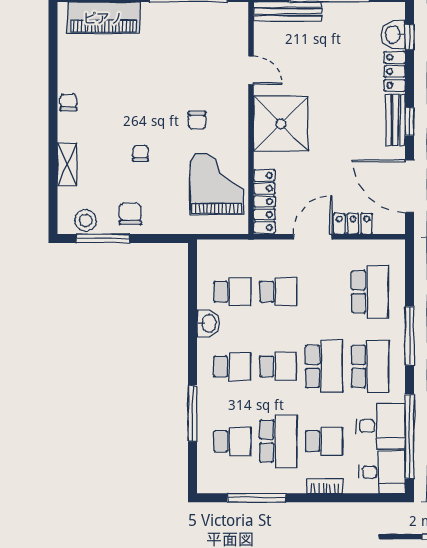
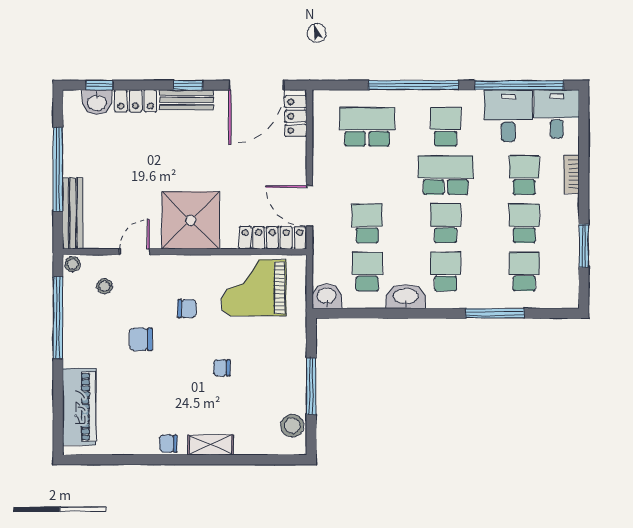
stool: (239, 11) -> (73, 264), added
stool: (218, 42) -> (104, 286), added
shelving: (67, 164) -> (211, 445), moved
chair: (130, 214) -> (141, 339), moved
locker: (353, 224) -> (296, 116), moved
door: (313, 237) -> (309, 206), moved
window: (103, 238) -> (311, 386), moved
washbasin: (209, 253) -> (327, 296), added
washbasin: (208, 323) -> (406, 297), width x1.38
window: (410, 336) -> (413, 85), width x1.46
school desk: (370, 366) -> (446, 127), width x0.54
school desk: (278, 441) -> (524, 223), width x0.54
window: (257, 498) -> (584, 246), width x0.69

